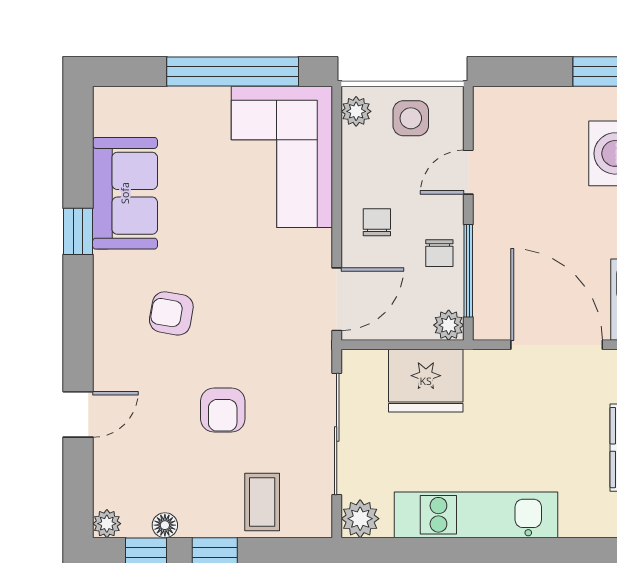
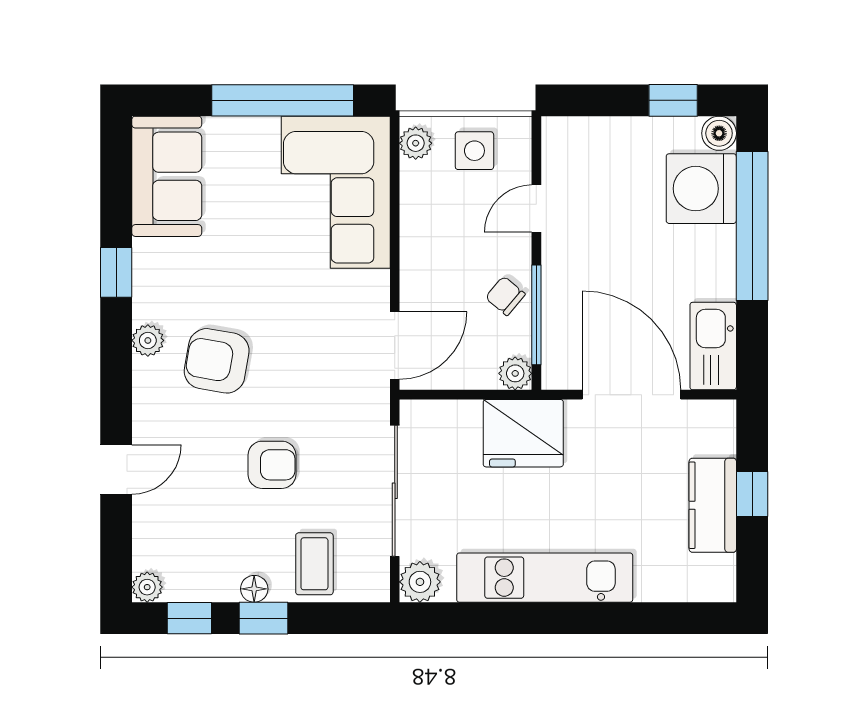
sofa: (125, 193) -> (167, 176), moved
chair: (377, 222) -> (438, 263), removed
chair: (439, 253) -> (505, 296), turned 130
plant: (107, 295) -> (148, 340), added
armchair: (171, 313) -> (217, 361), width x1.38, depth x1.38
fridge: (426, 381) -> (523, 433), moved
armchair: (223, 410) -> (272, 465), turned -90
floor lamp: (165, 525) -> (254, 589), moved

